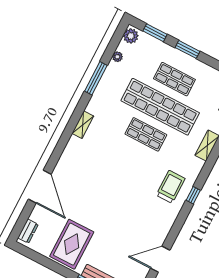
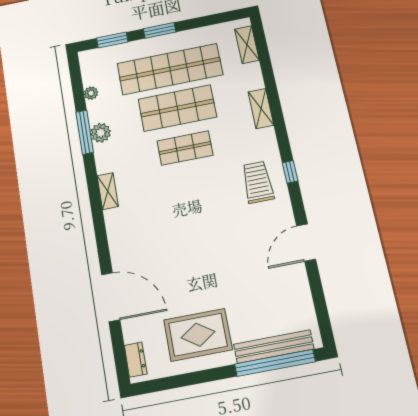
plant: (131, 36) -> (101, 133), moved
shop shelf: (174, 79) -> (170, 69), width x2.00, depth x1.36
shop shelf: (160, 107) -> (177, 108), width x0.71
rug: (72, 244) -> (198, 335), turned 90
door: (160, 259) -> (306, 243), moved

